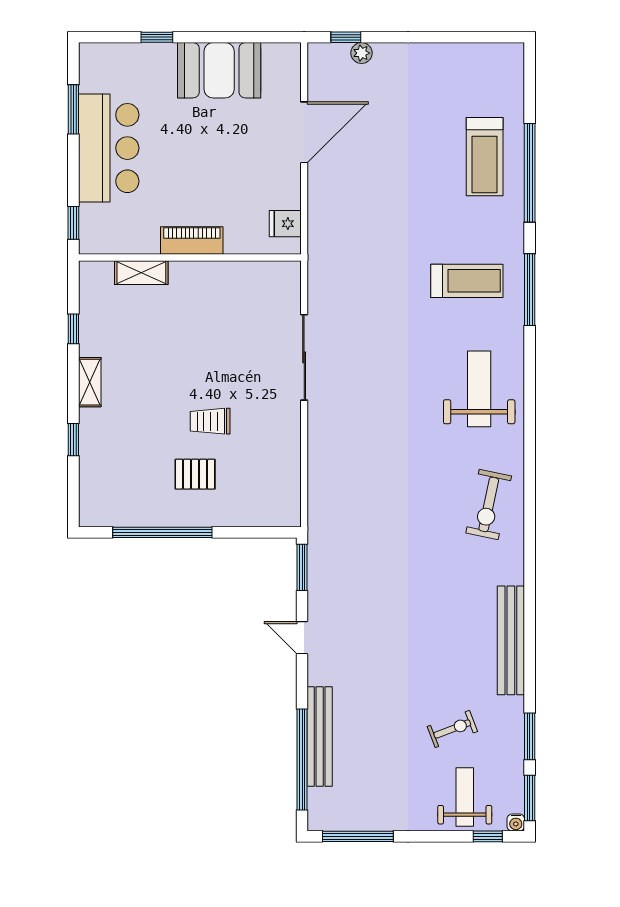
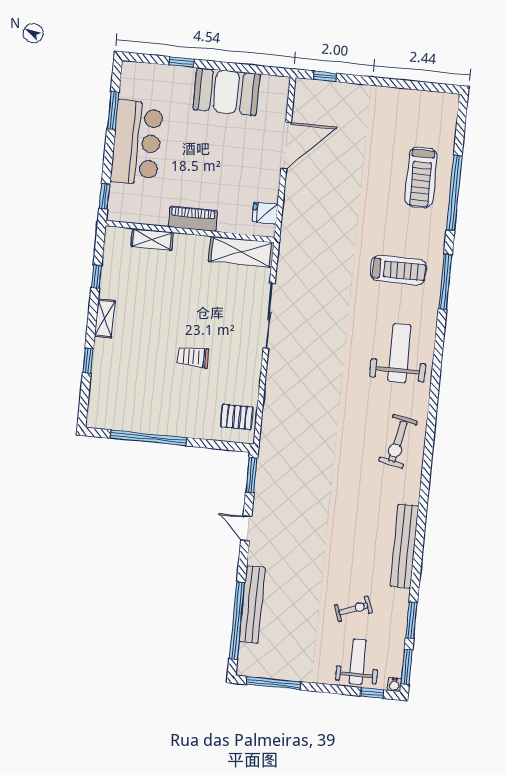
plant: (361, 53) -> (336, 89), removed
shelving: (259, 277) -> (241, 252), added
pallet: (195, 474) -> (237, 417), moved

